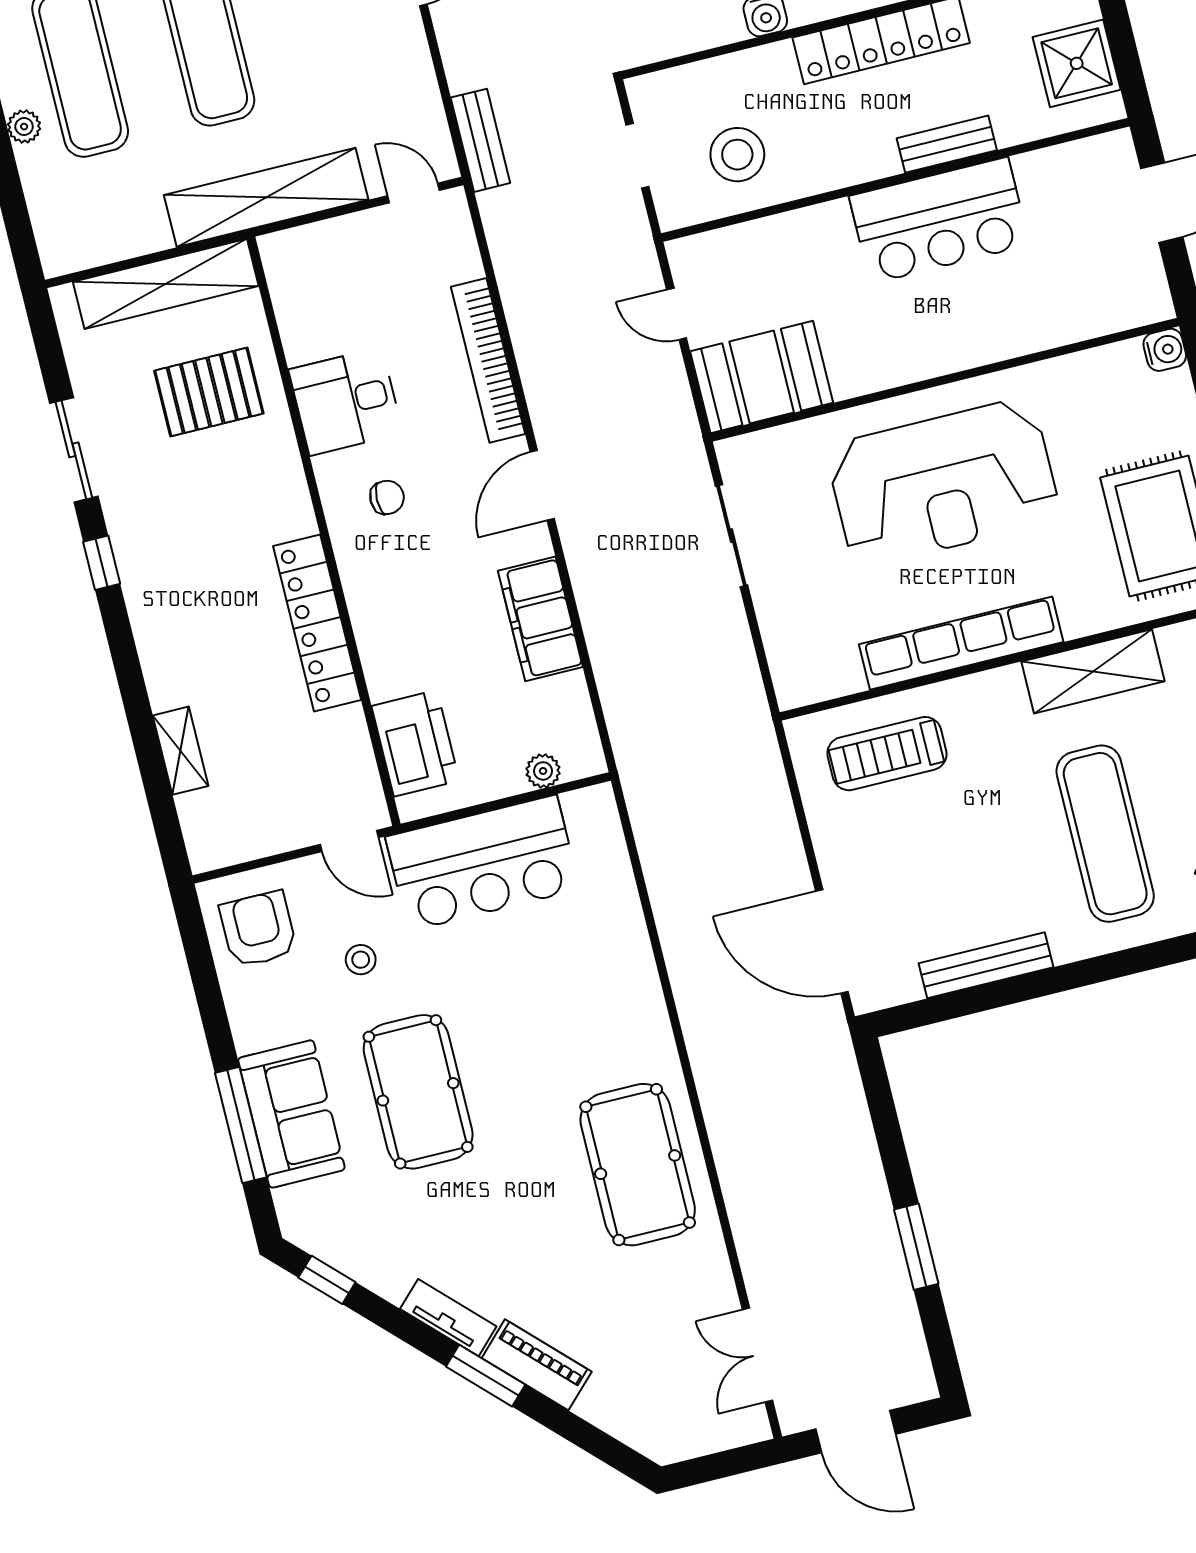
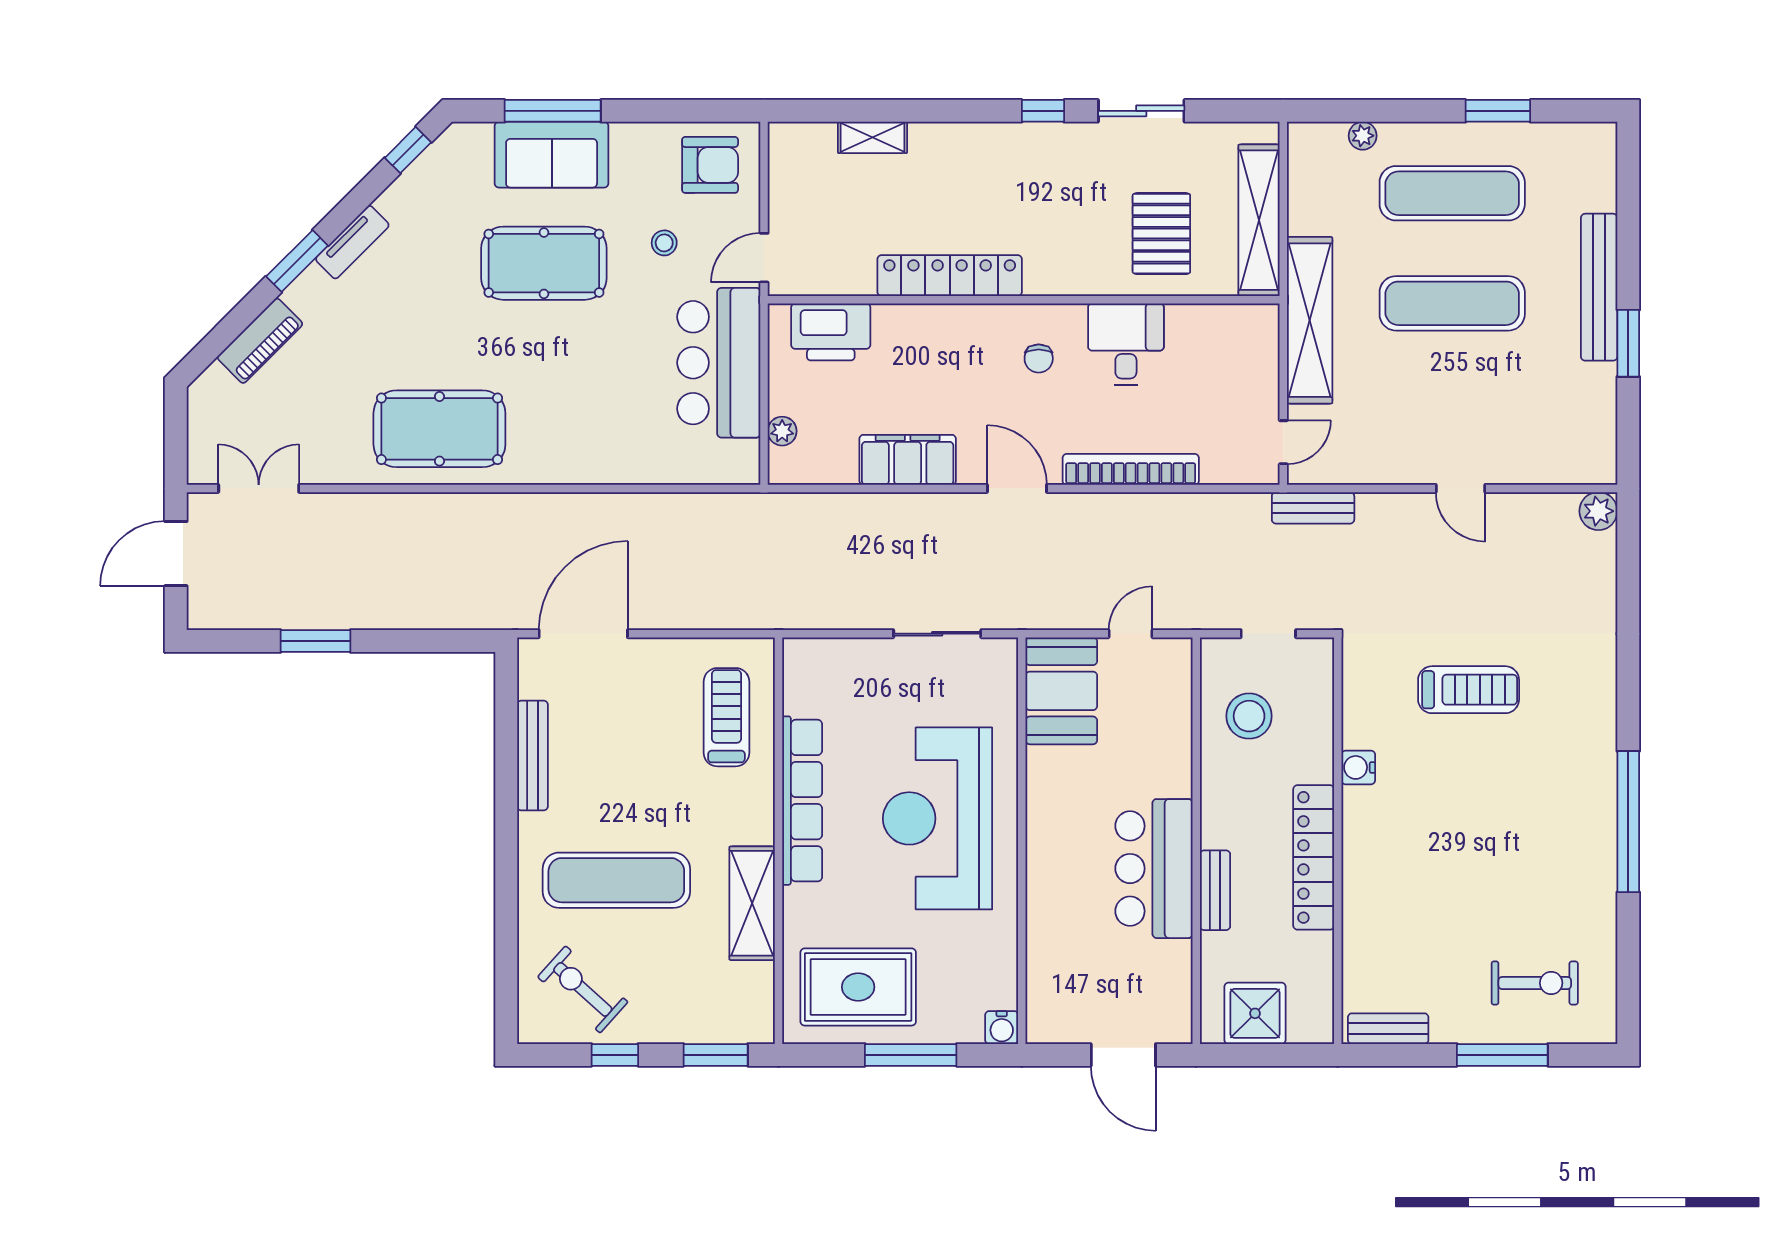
plant: (24, 127) -> (1363, 136), moved
piano: (537, 1365) -> (260, 341), moved

